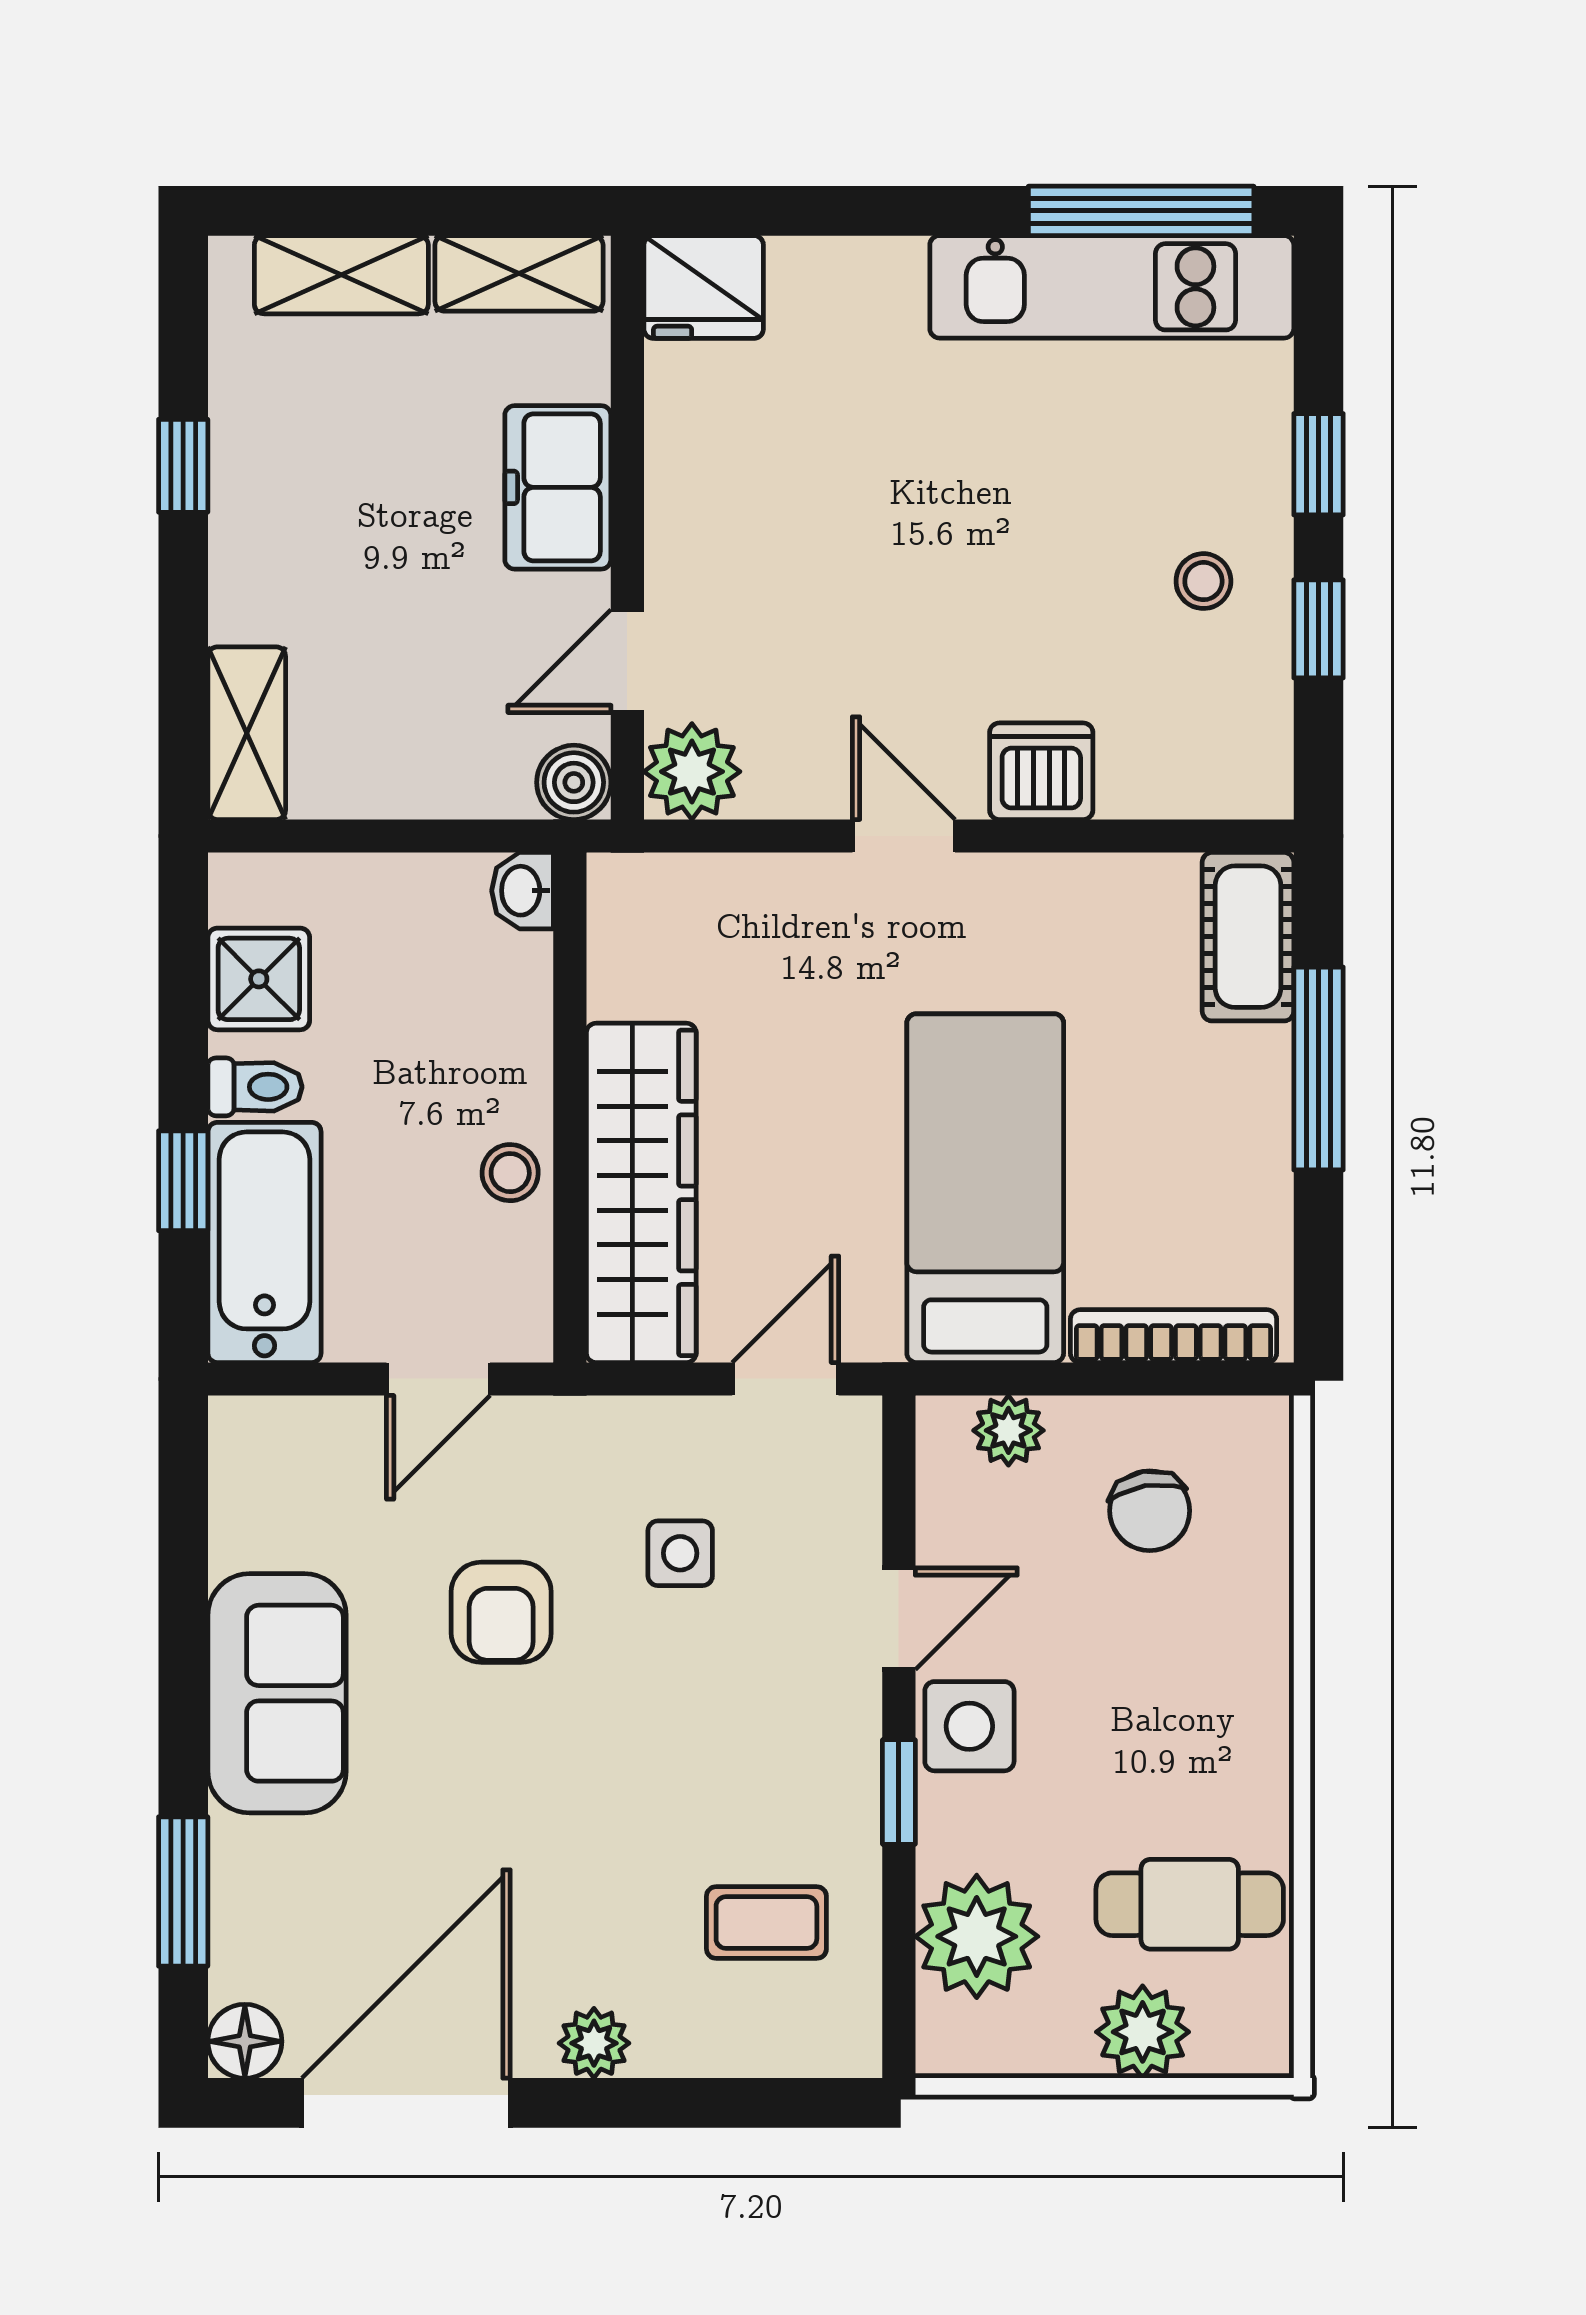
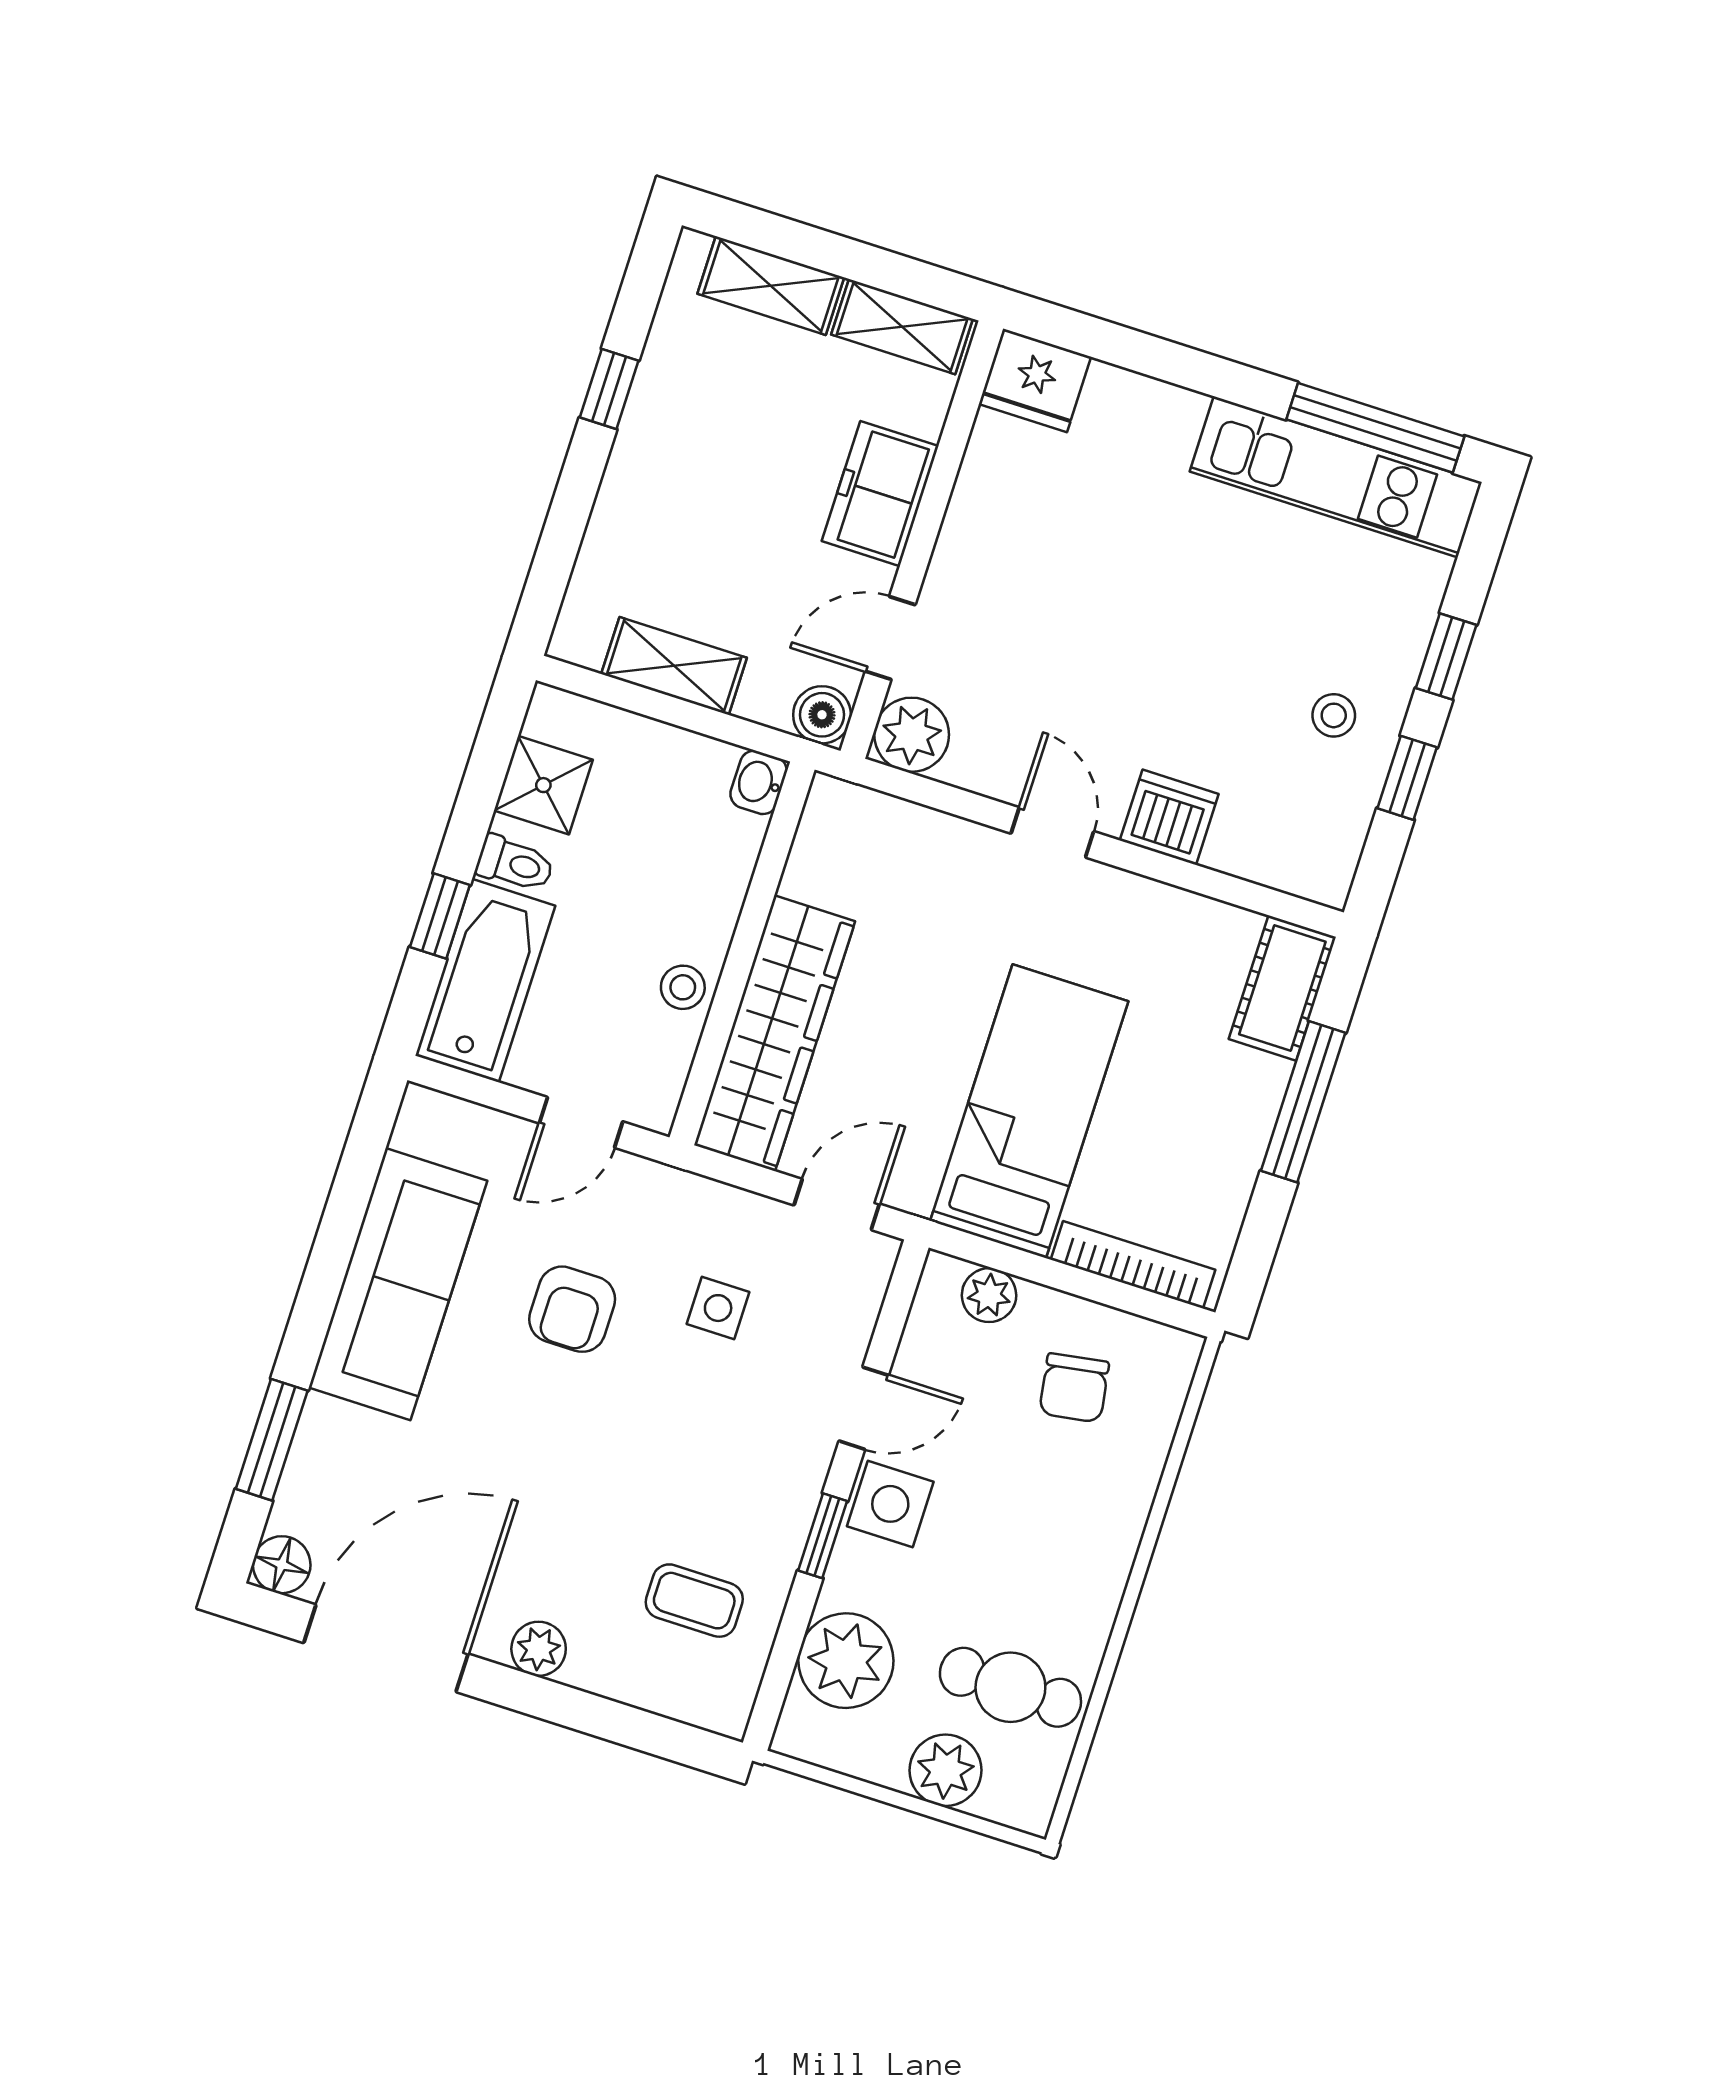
shelving: (247, 733) -> (674, 666), moved, turned 90
sofa: (277, 1693) -> (398, 1284), width x1.36

